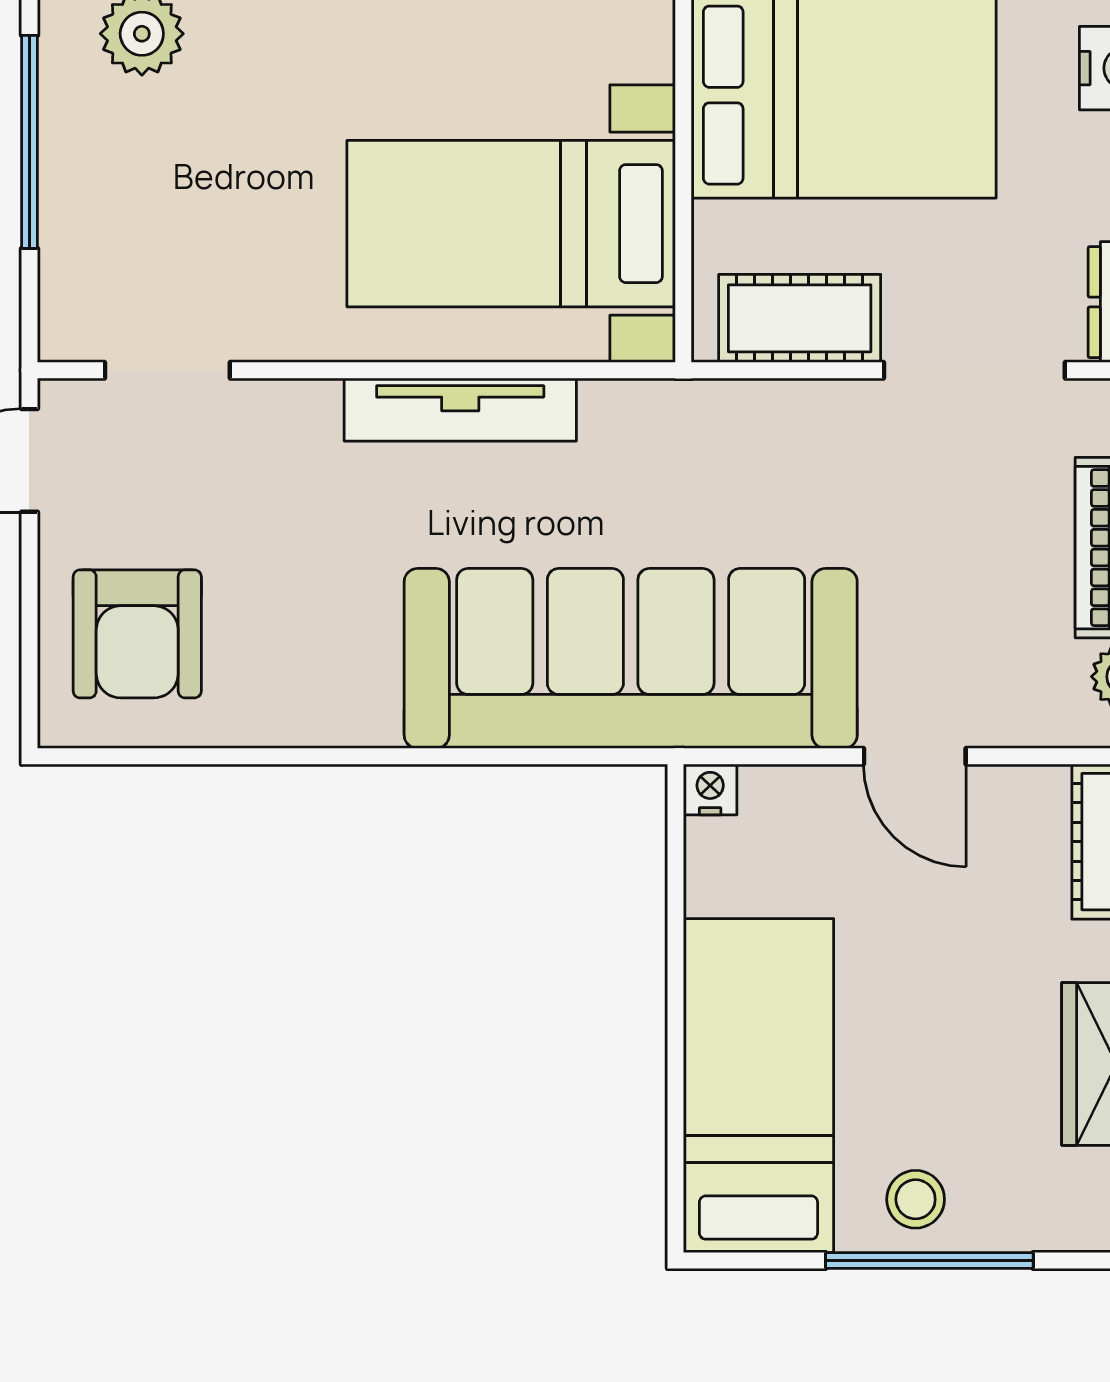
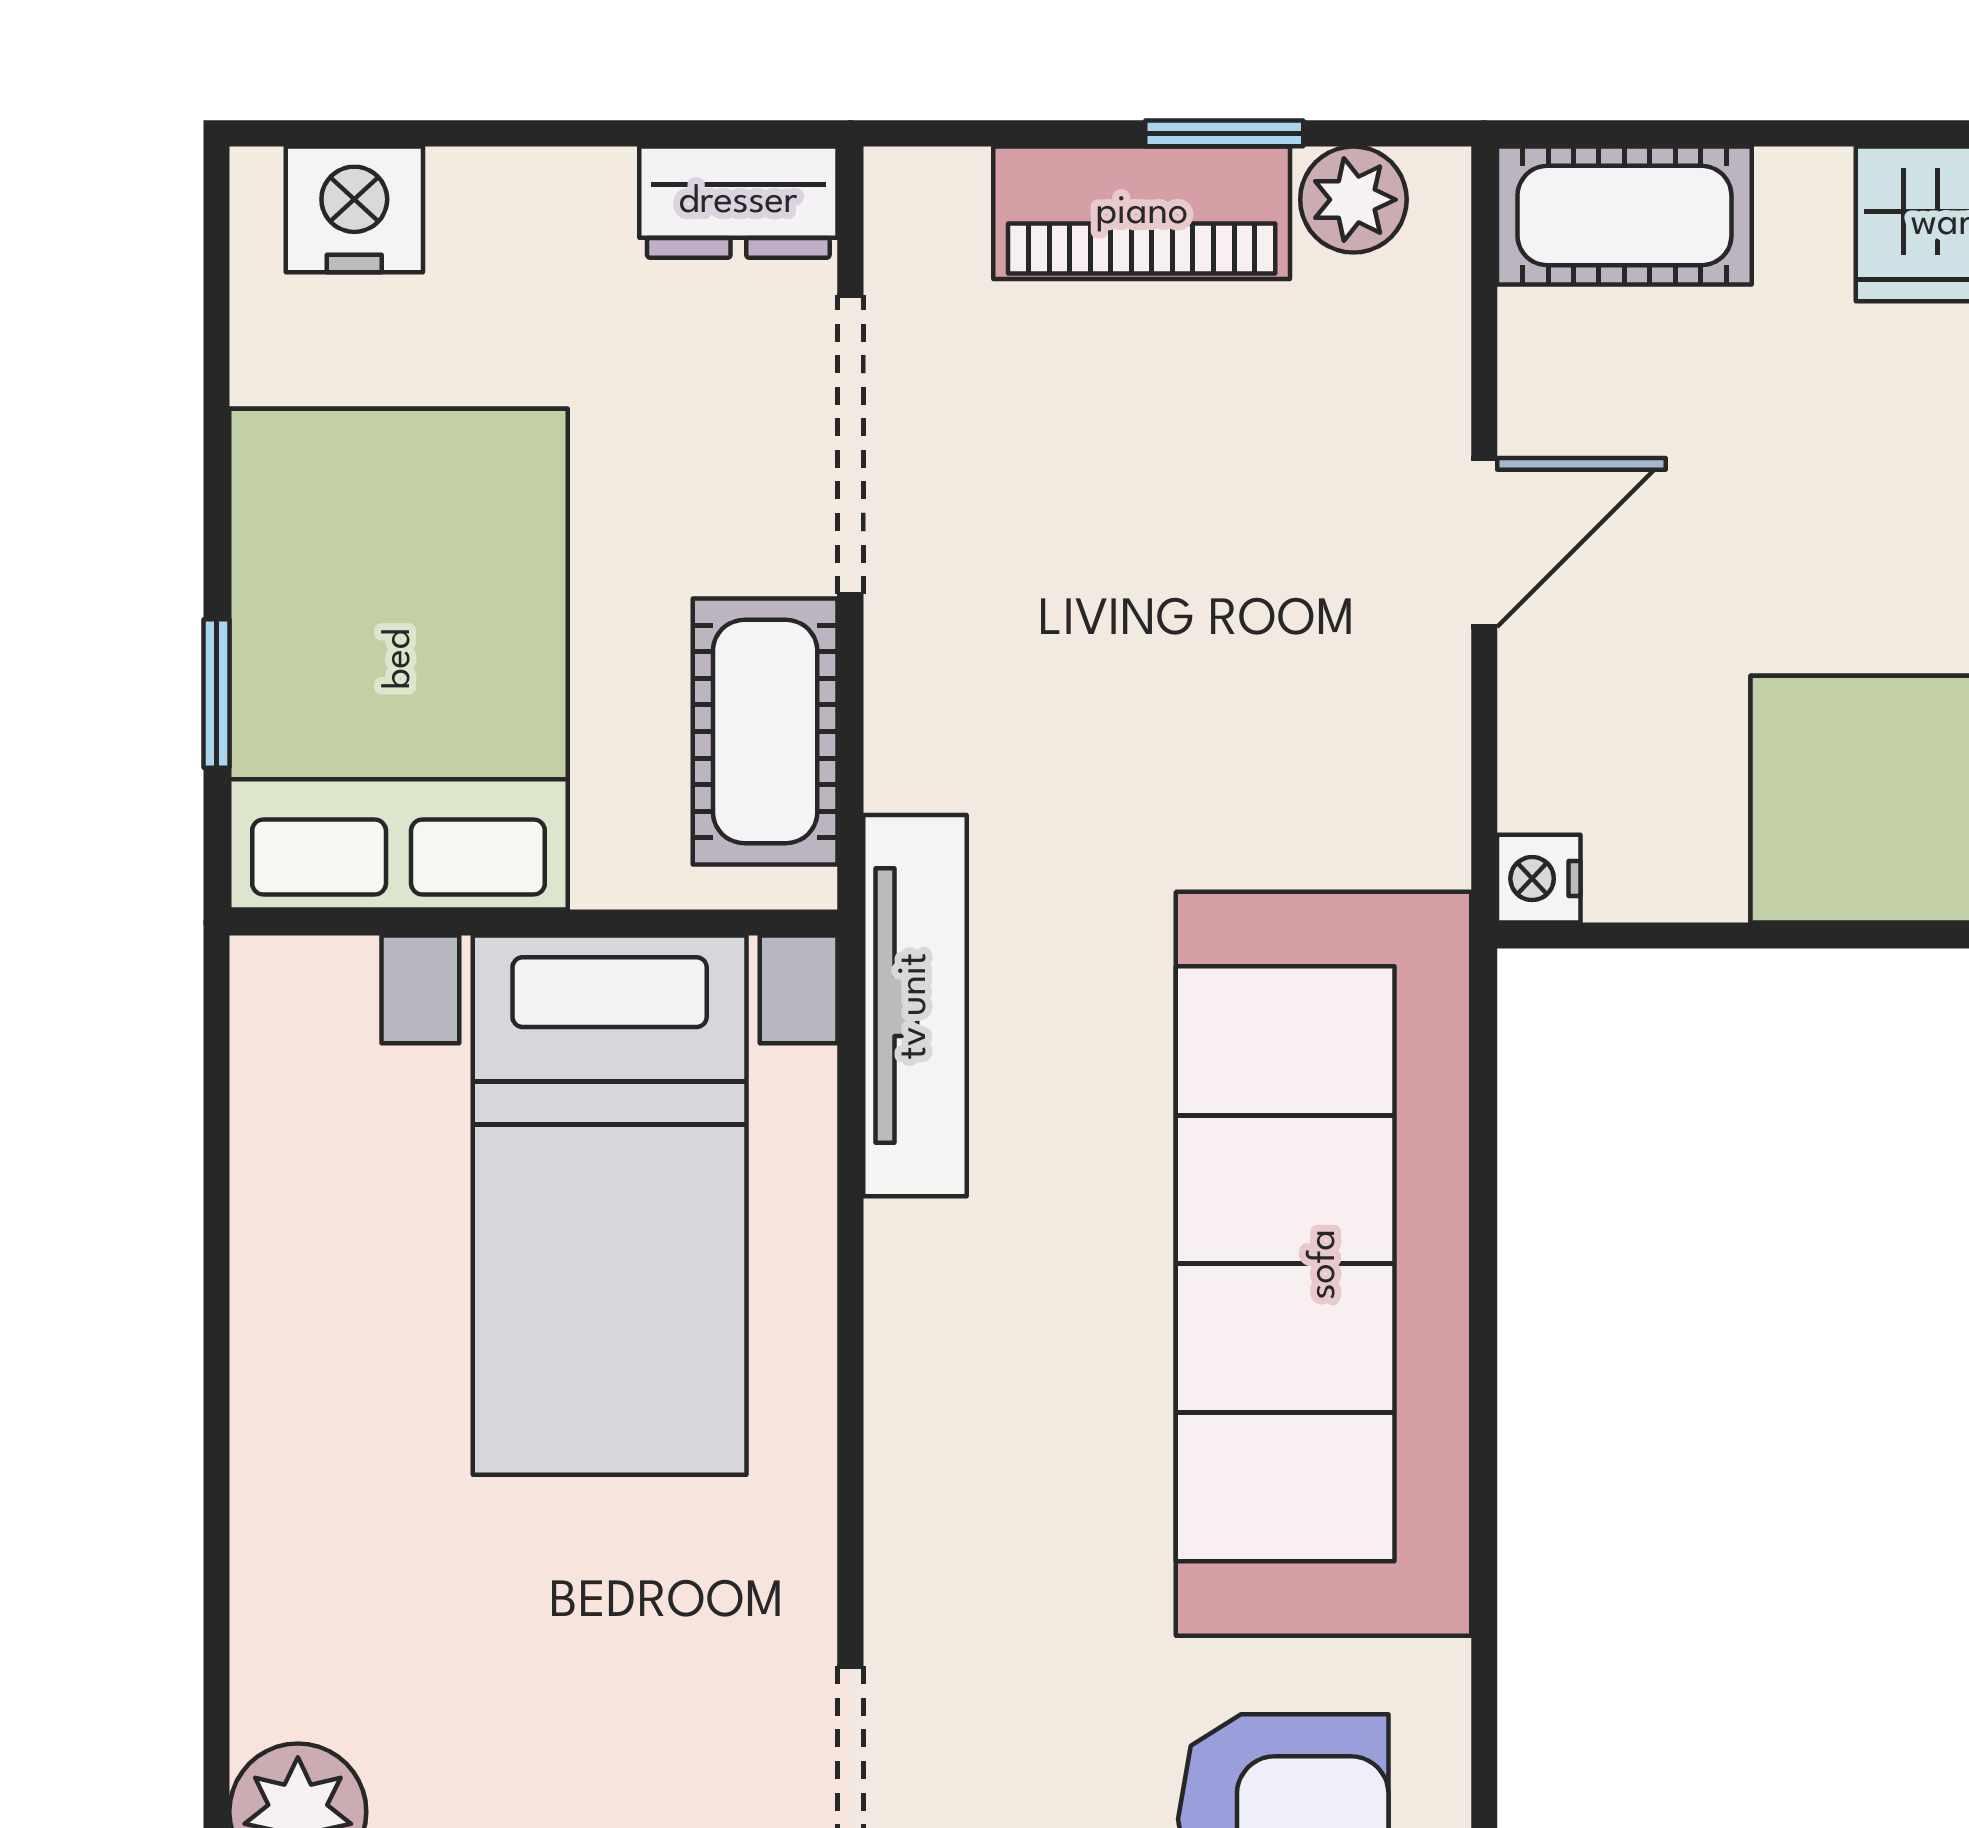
tv unit: (460, 410) -> (915, 1006), moved
sofa: (631, 658) -> (1324, 1264), moved

